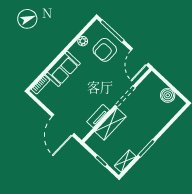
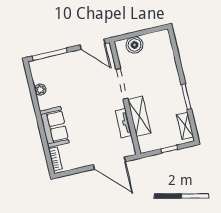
armchair: (105, 50) -> (63, 74), removed
boiler: (168, 95) -> (135, 45), moved

